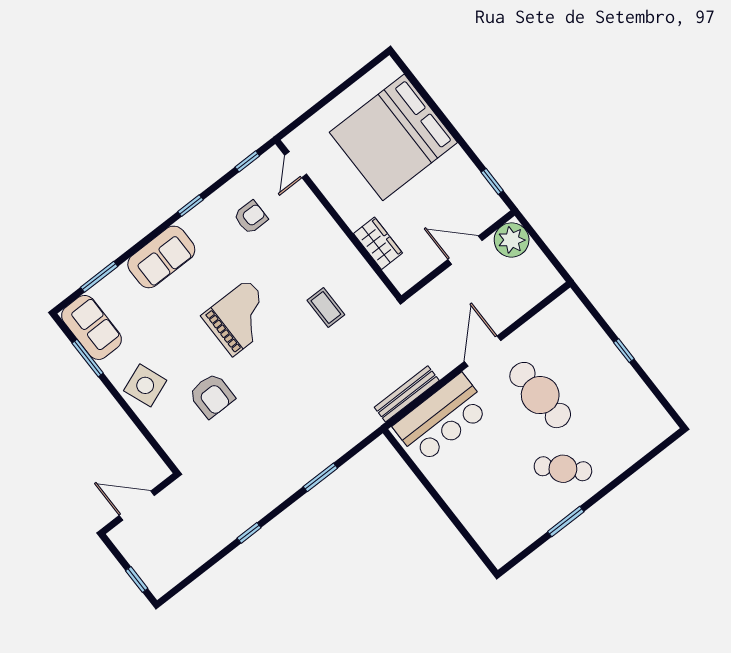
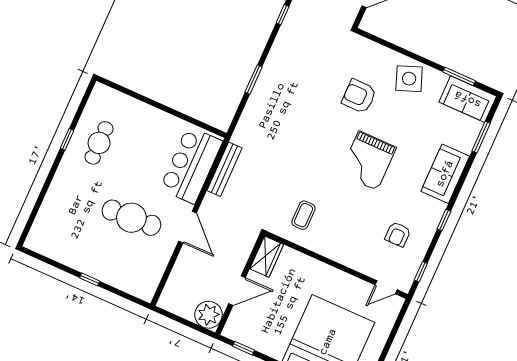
door: (296, 165) -> (386, 287), swing flipped
wardrobe: (378, 243) -> (267, 257), moved, turned -90
coffee table: (326, 308) -> (303, 215), moved, turned 90
cafe table: (563, 469) -> (99, 143), moved, turned -45
window: (566, 522) -> (67, 139), width x0.67

